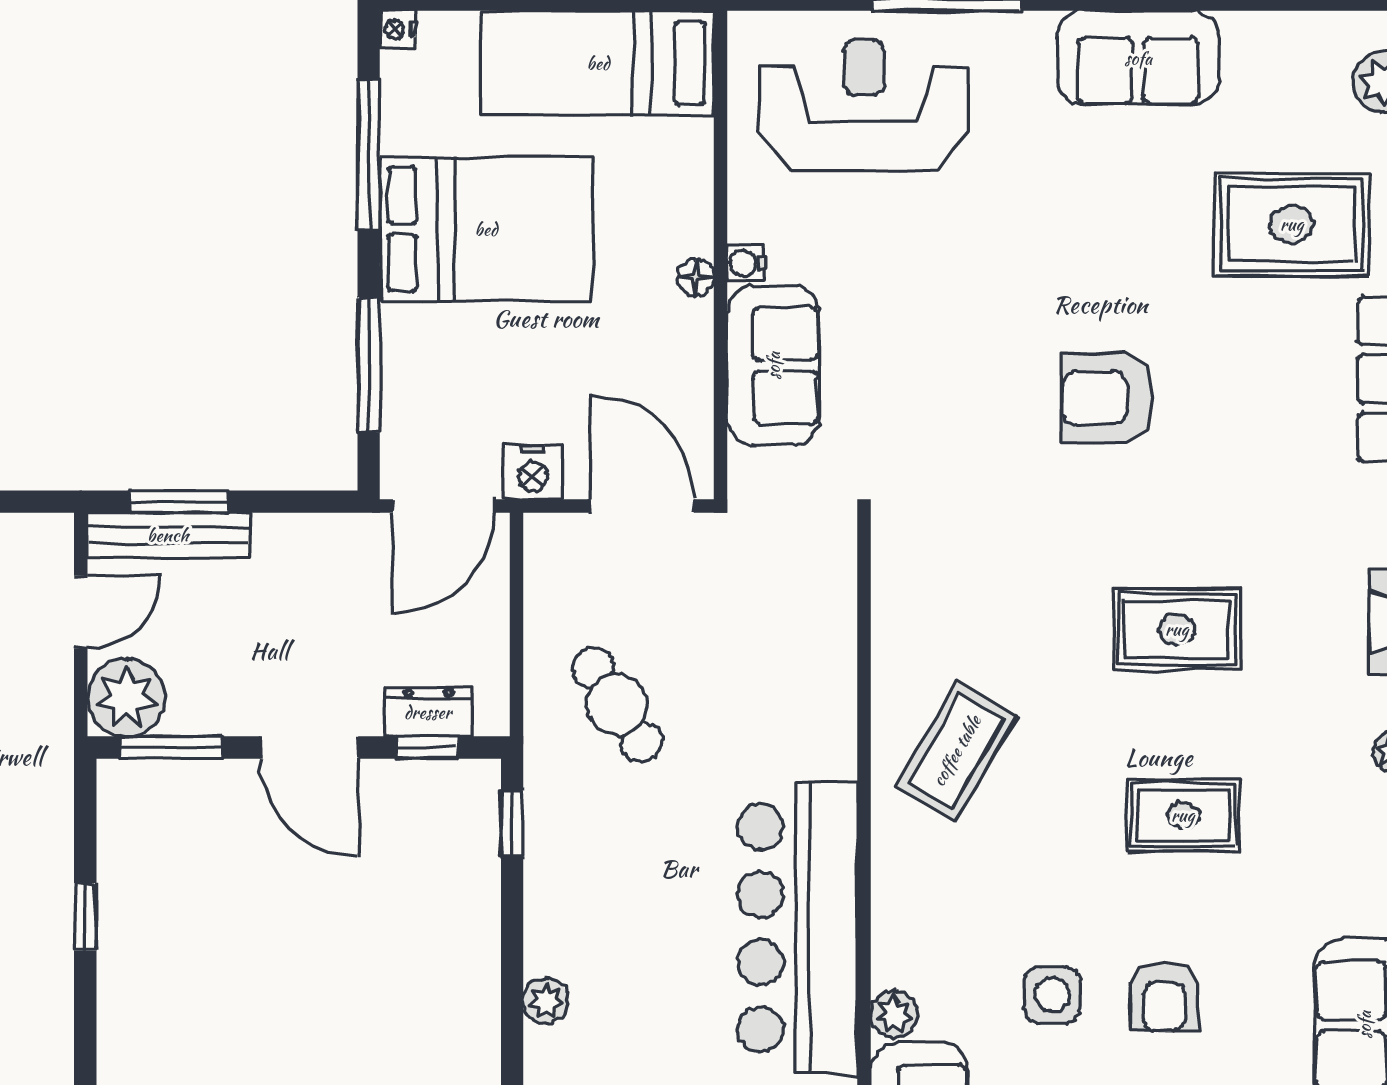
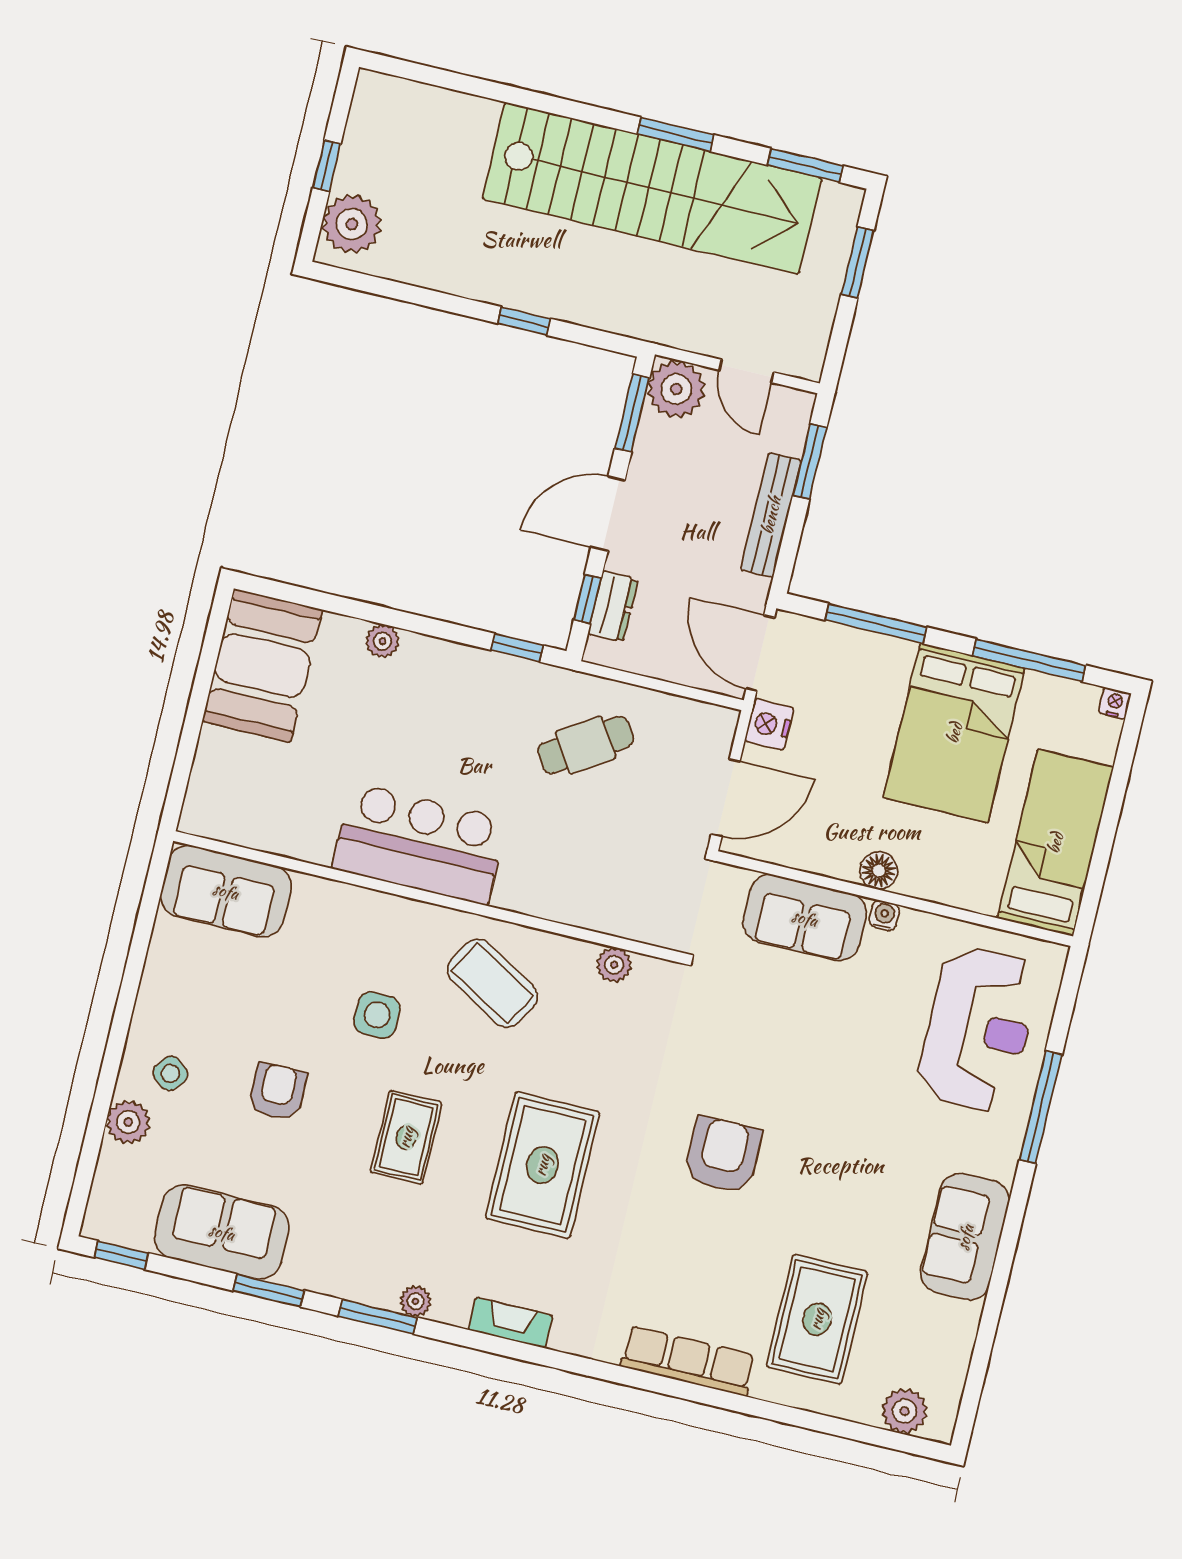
floor lamp: (696, 277) -> (879, 871), width x1.37, depth x1.37
bench: (168, 535) -> (771, 515), moved
rug: (1177, 629) -> (542, 1165), width x1.36, depth x1.43
bar counter: (798, 928) -> (420, 844), width x0.73
side table: (1052, 995) -> (377, 1015), moved
armchair: (1164, 997) -> (277, 1092), turned 90
plant: (894, 1014) -> (614, 965), moved

